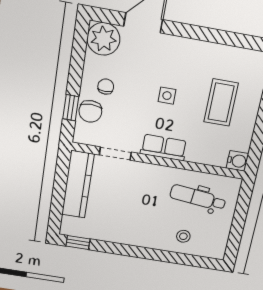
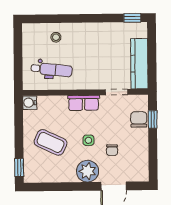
plant: (103, 39) -> (88, 171), moved
chair: (106, 87) -> (112, 150), moved
coffee table: (221, 103) -> (51, 142), turned -65

